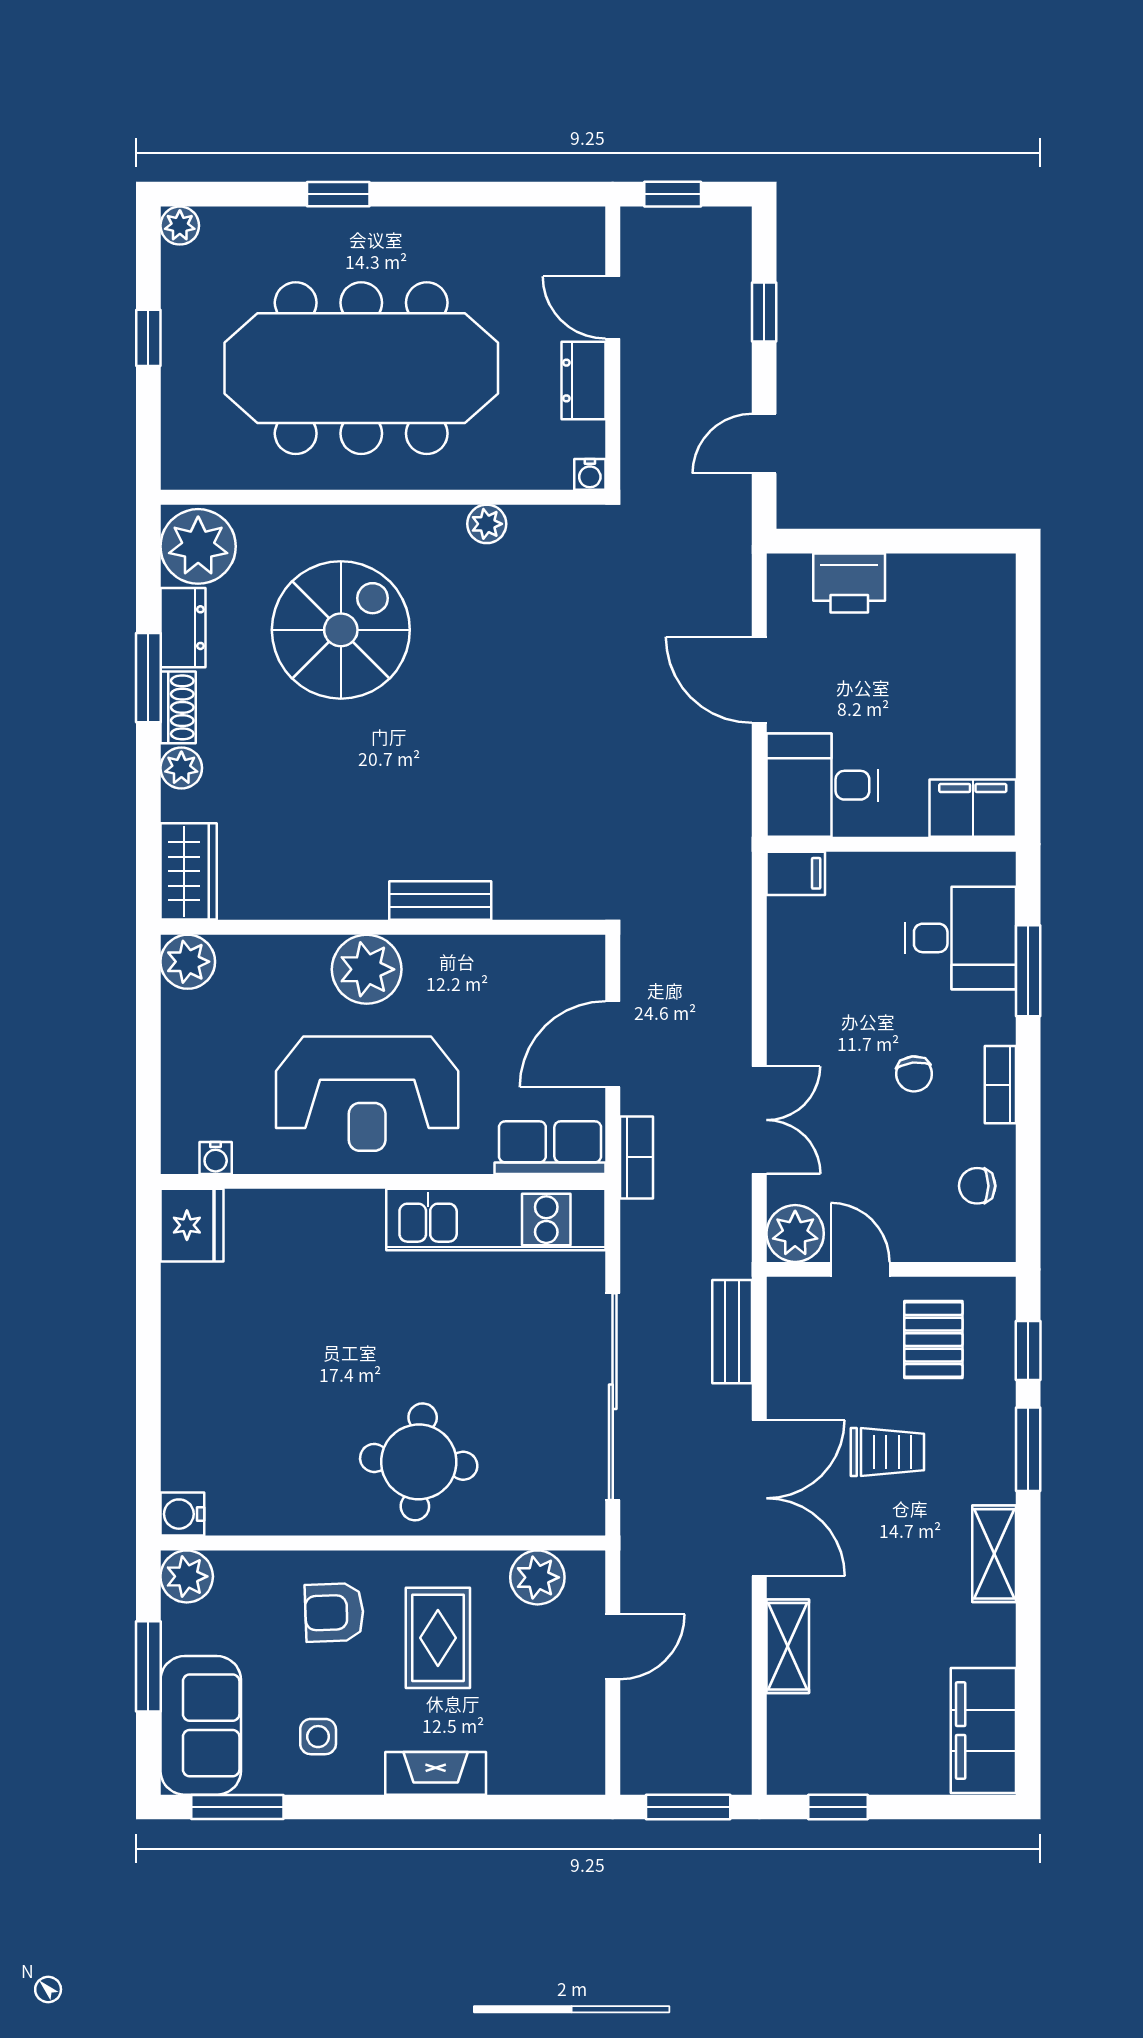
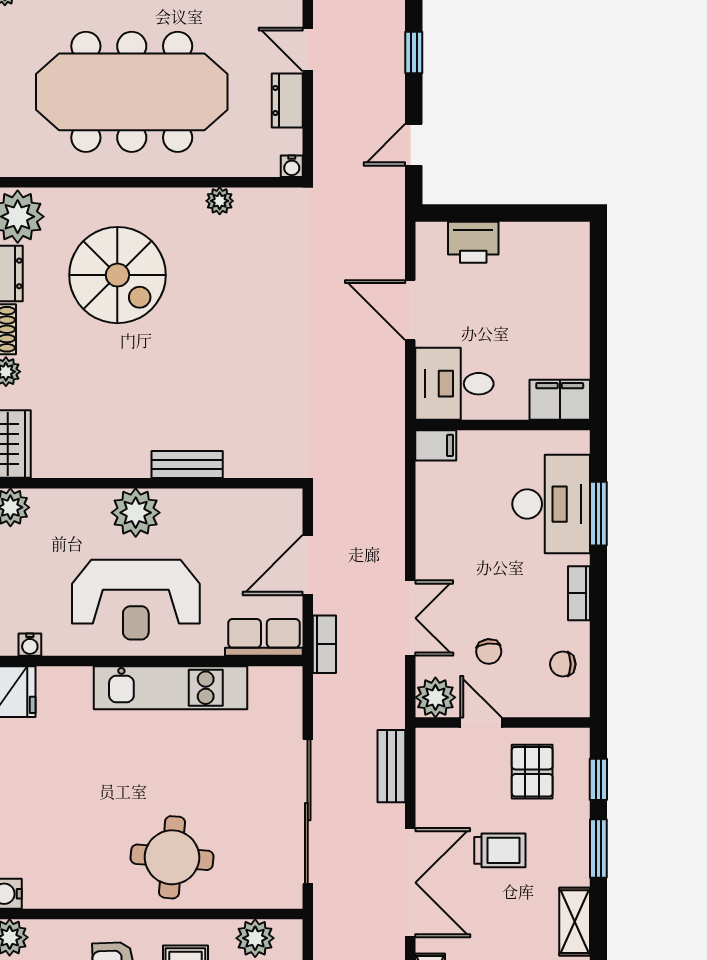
spiral stairs: (341, 630) -> (117, 275), turned 90
desk: (961, 938) -> (551, 504), width x1.37
chair: (914, 1074) -> (489, 651), moved
kitchen unit: (496, 1220) -> (170, 688), moved

